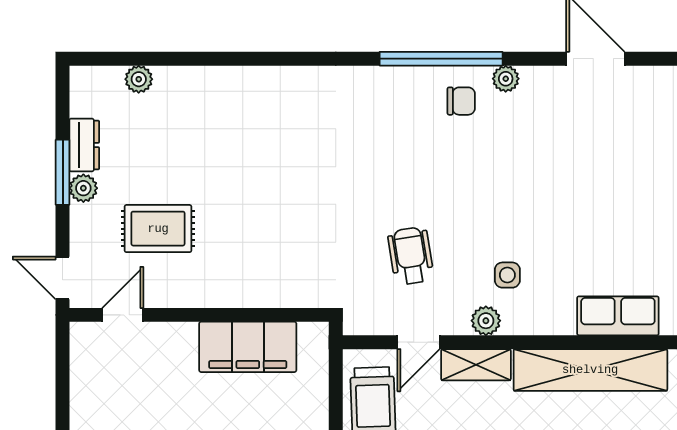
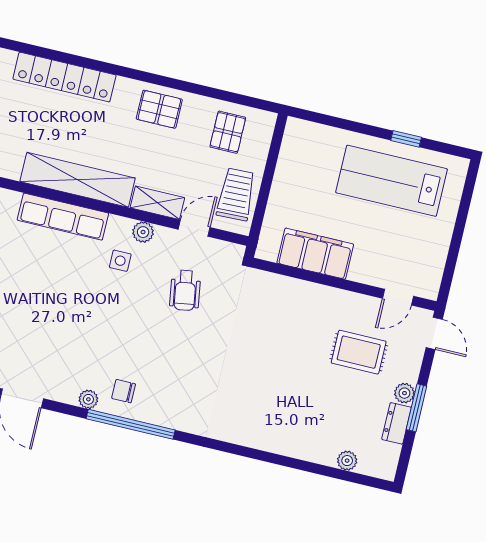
row of seats: (618, 316) -> (63, 217), width x1.48

